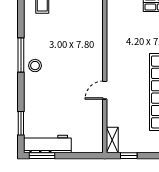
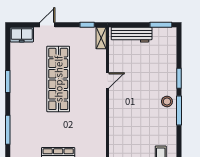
window: (21, 123) -> (179, 78), moved
workbench: (47, 144) -> (132, 35), moved

